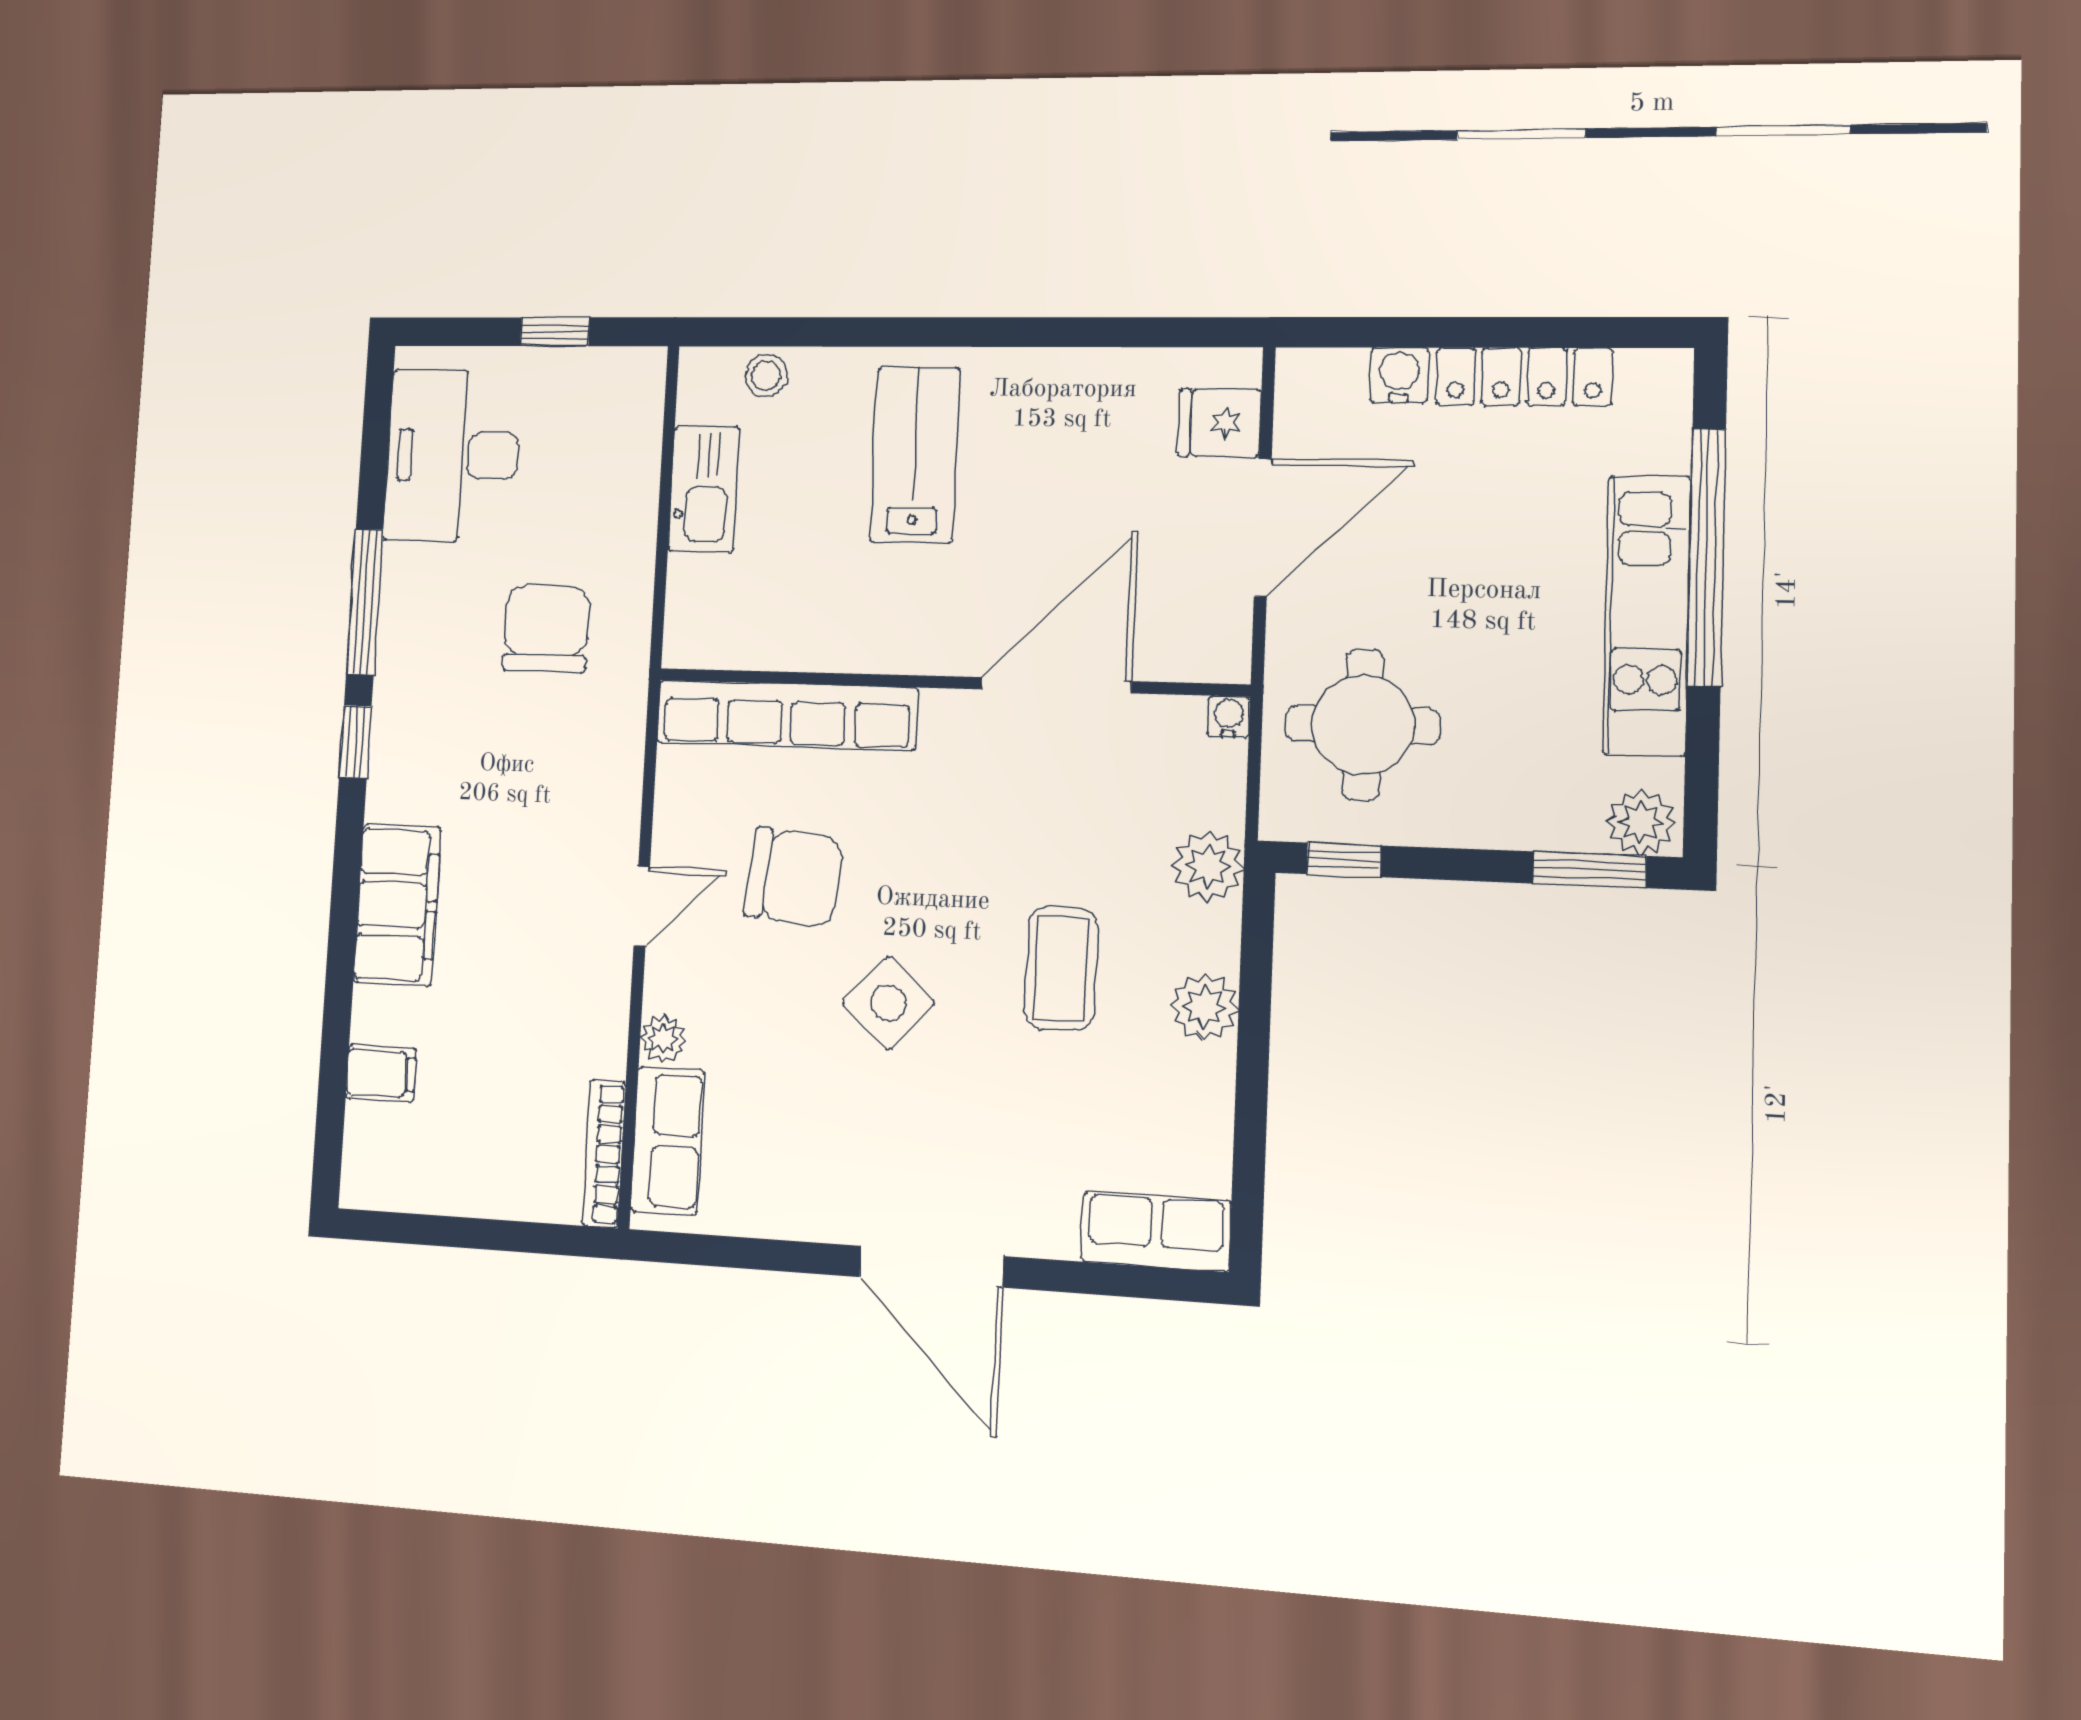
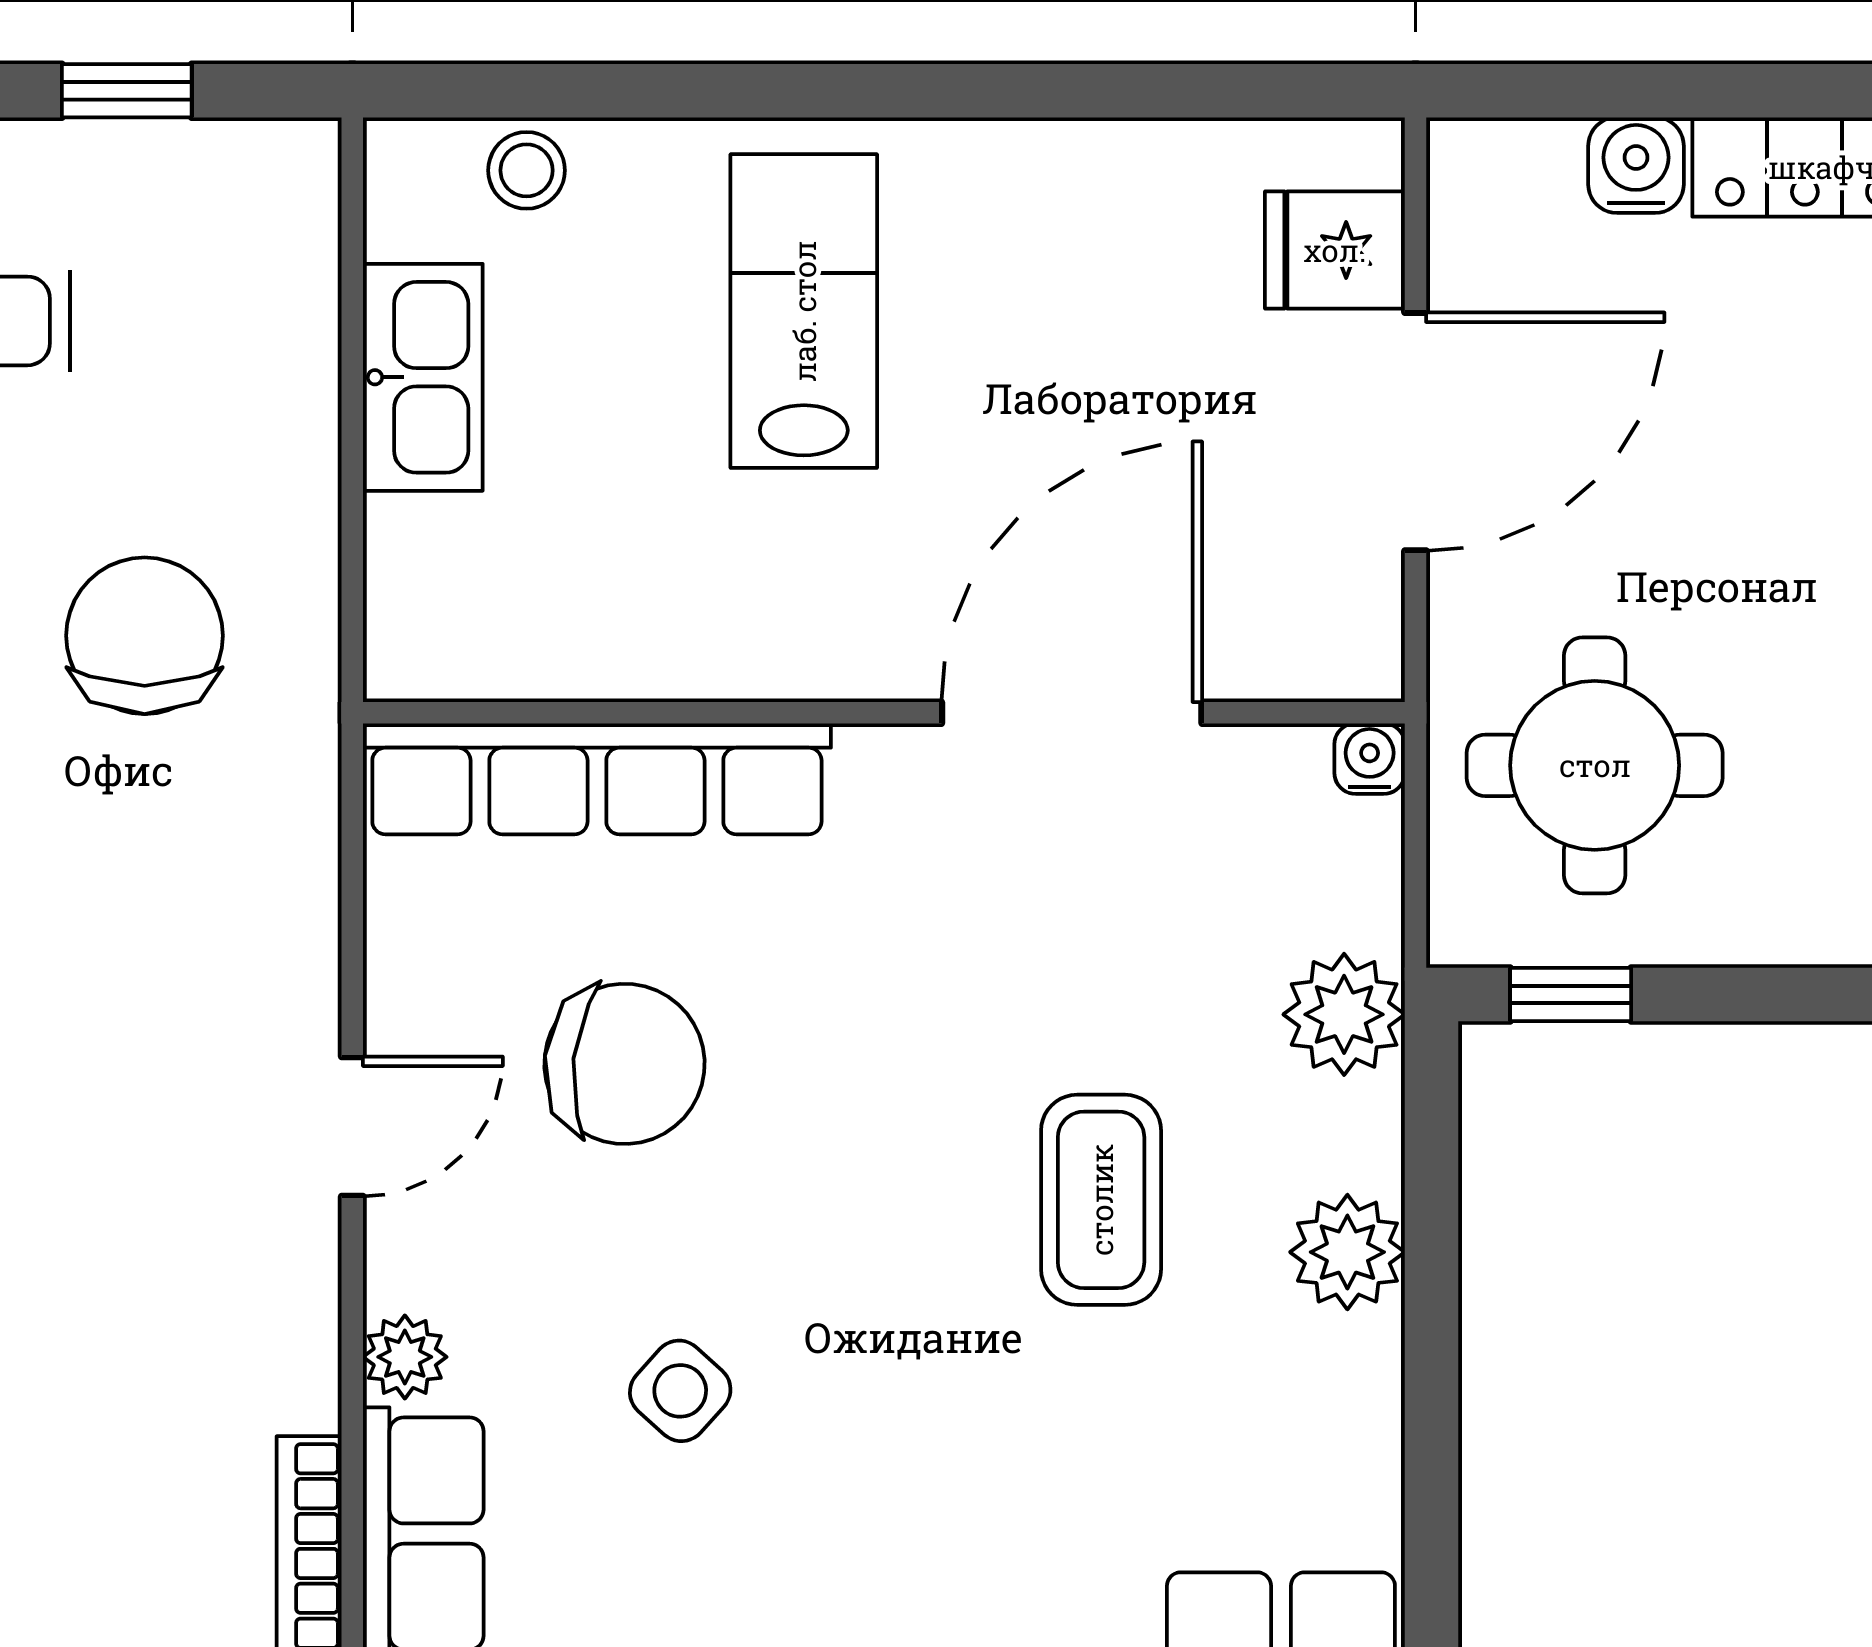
side table: (889, 1003) -> (680, 1391), moved, width x0.73, depth x0.73

